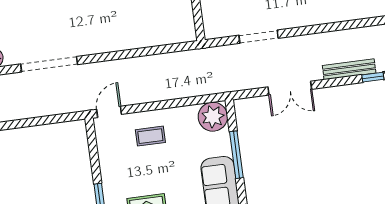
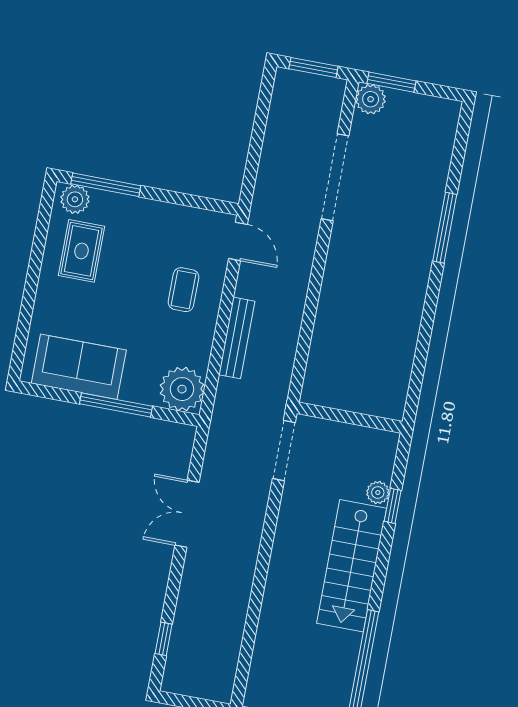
doorway: (259, 37) -> (284, 450), moved
bench: (349, 69) -> (237, 338), moved

